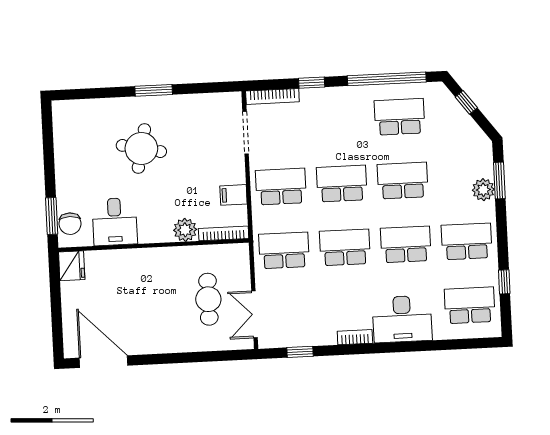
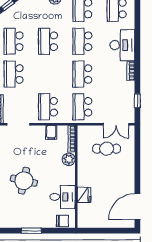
school desk: (342, 184) -> (14, 74), moved
window: (52, 216) -> (31, 231), moved
fridge: (72, 266) -> (84, 195), moved, turned 90

